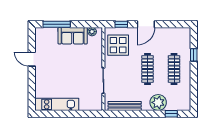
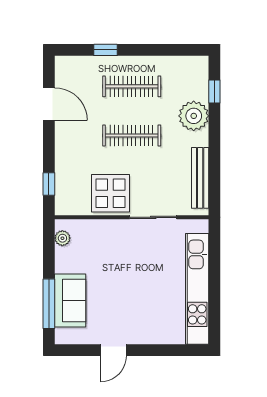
door: (146, 24) -> (49, 104), moved
sofa: (73, 36) -> (70, 300), moved
display table: (118, 45) -> (110, 193), moved
kitchen unit: (57, 104) -> (197, 289), width x1.36

